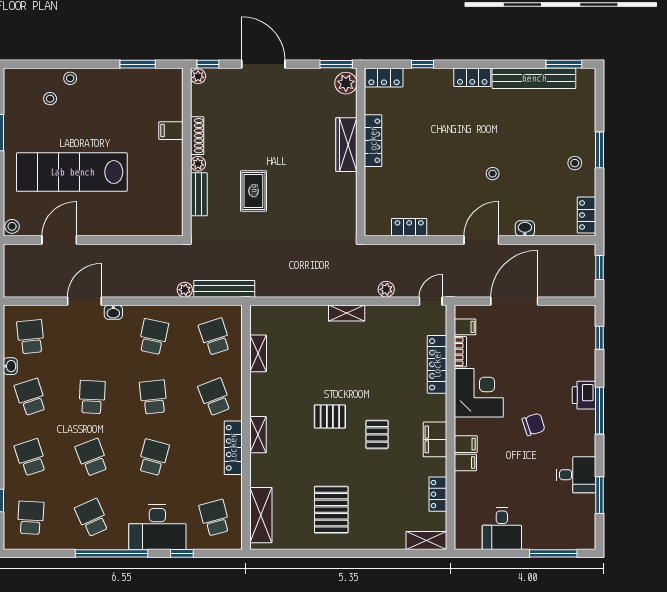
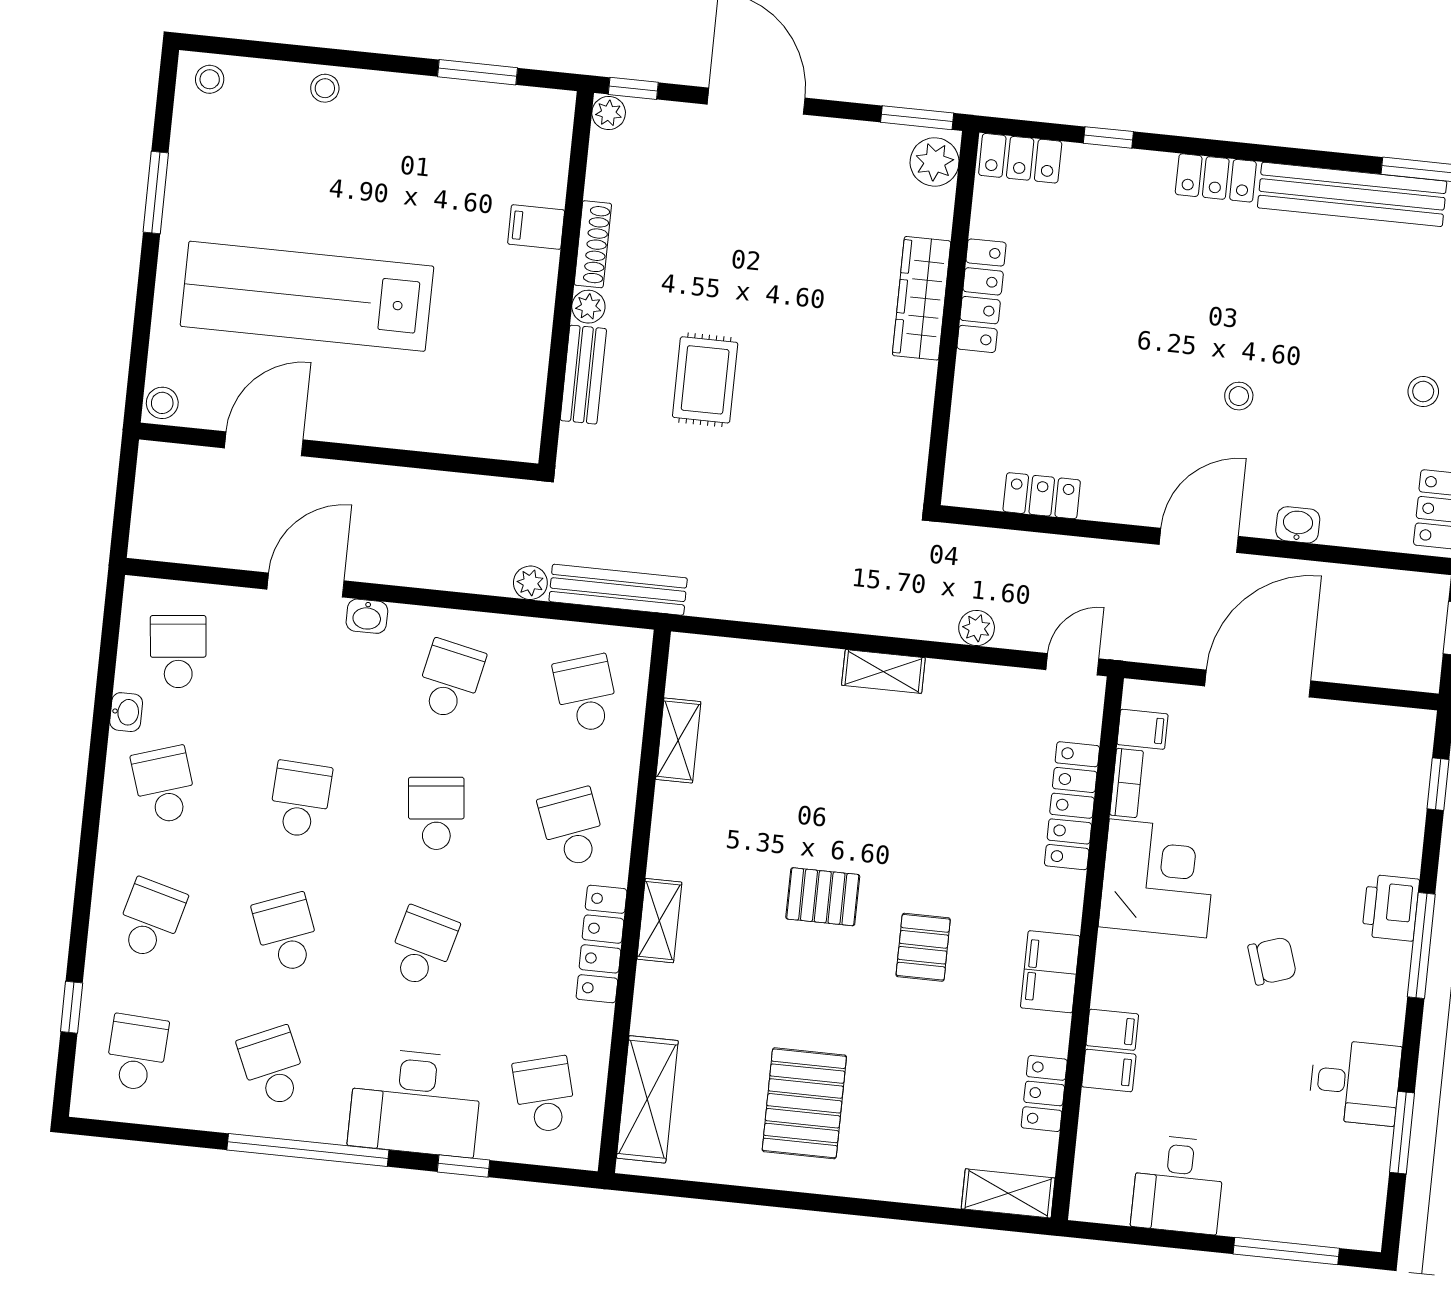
stool: (50, 99) -> (210, 79), moved
filing cabinet: (466, 444) -> (1109, 1071), moved
school desk: (31, 457) -> (151, 919), turned 33

